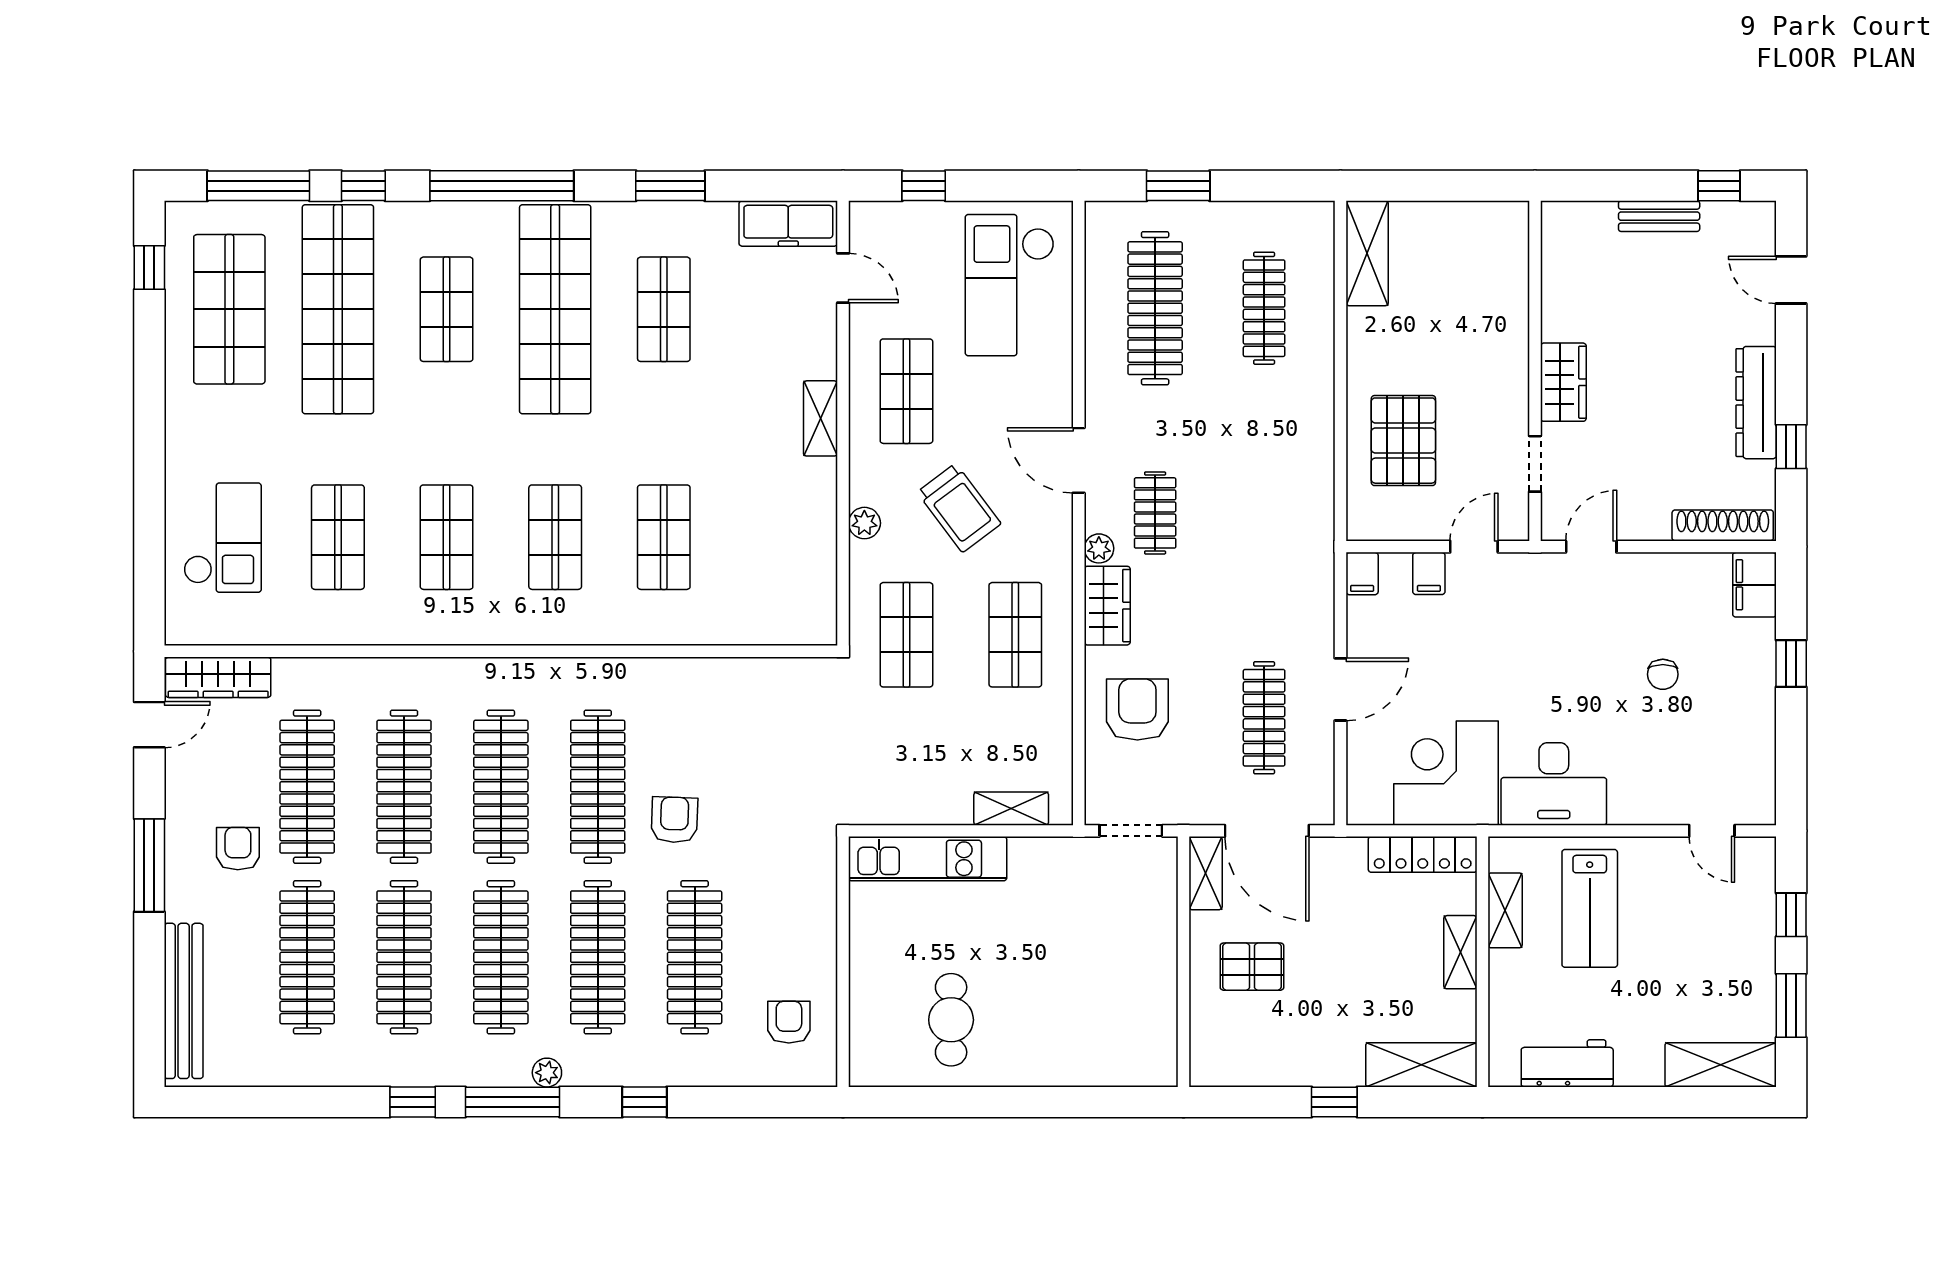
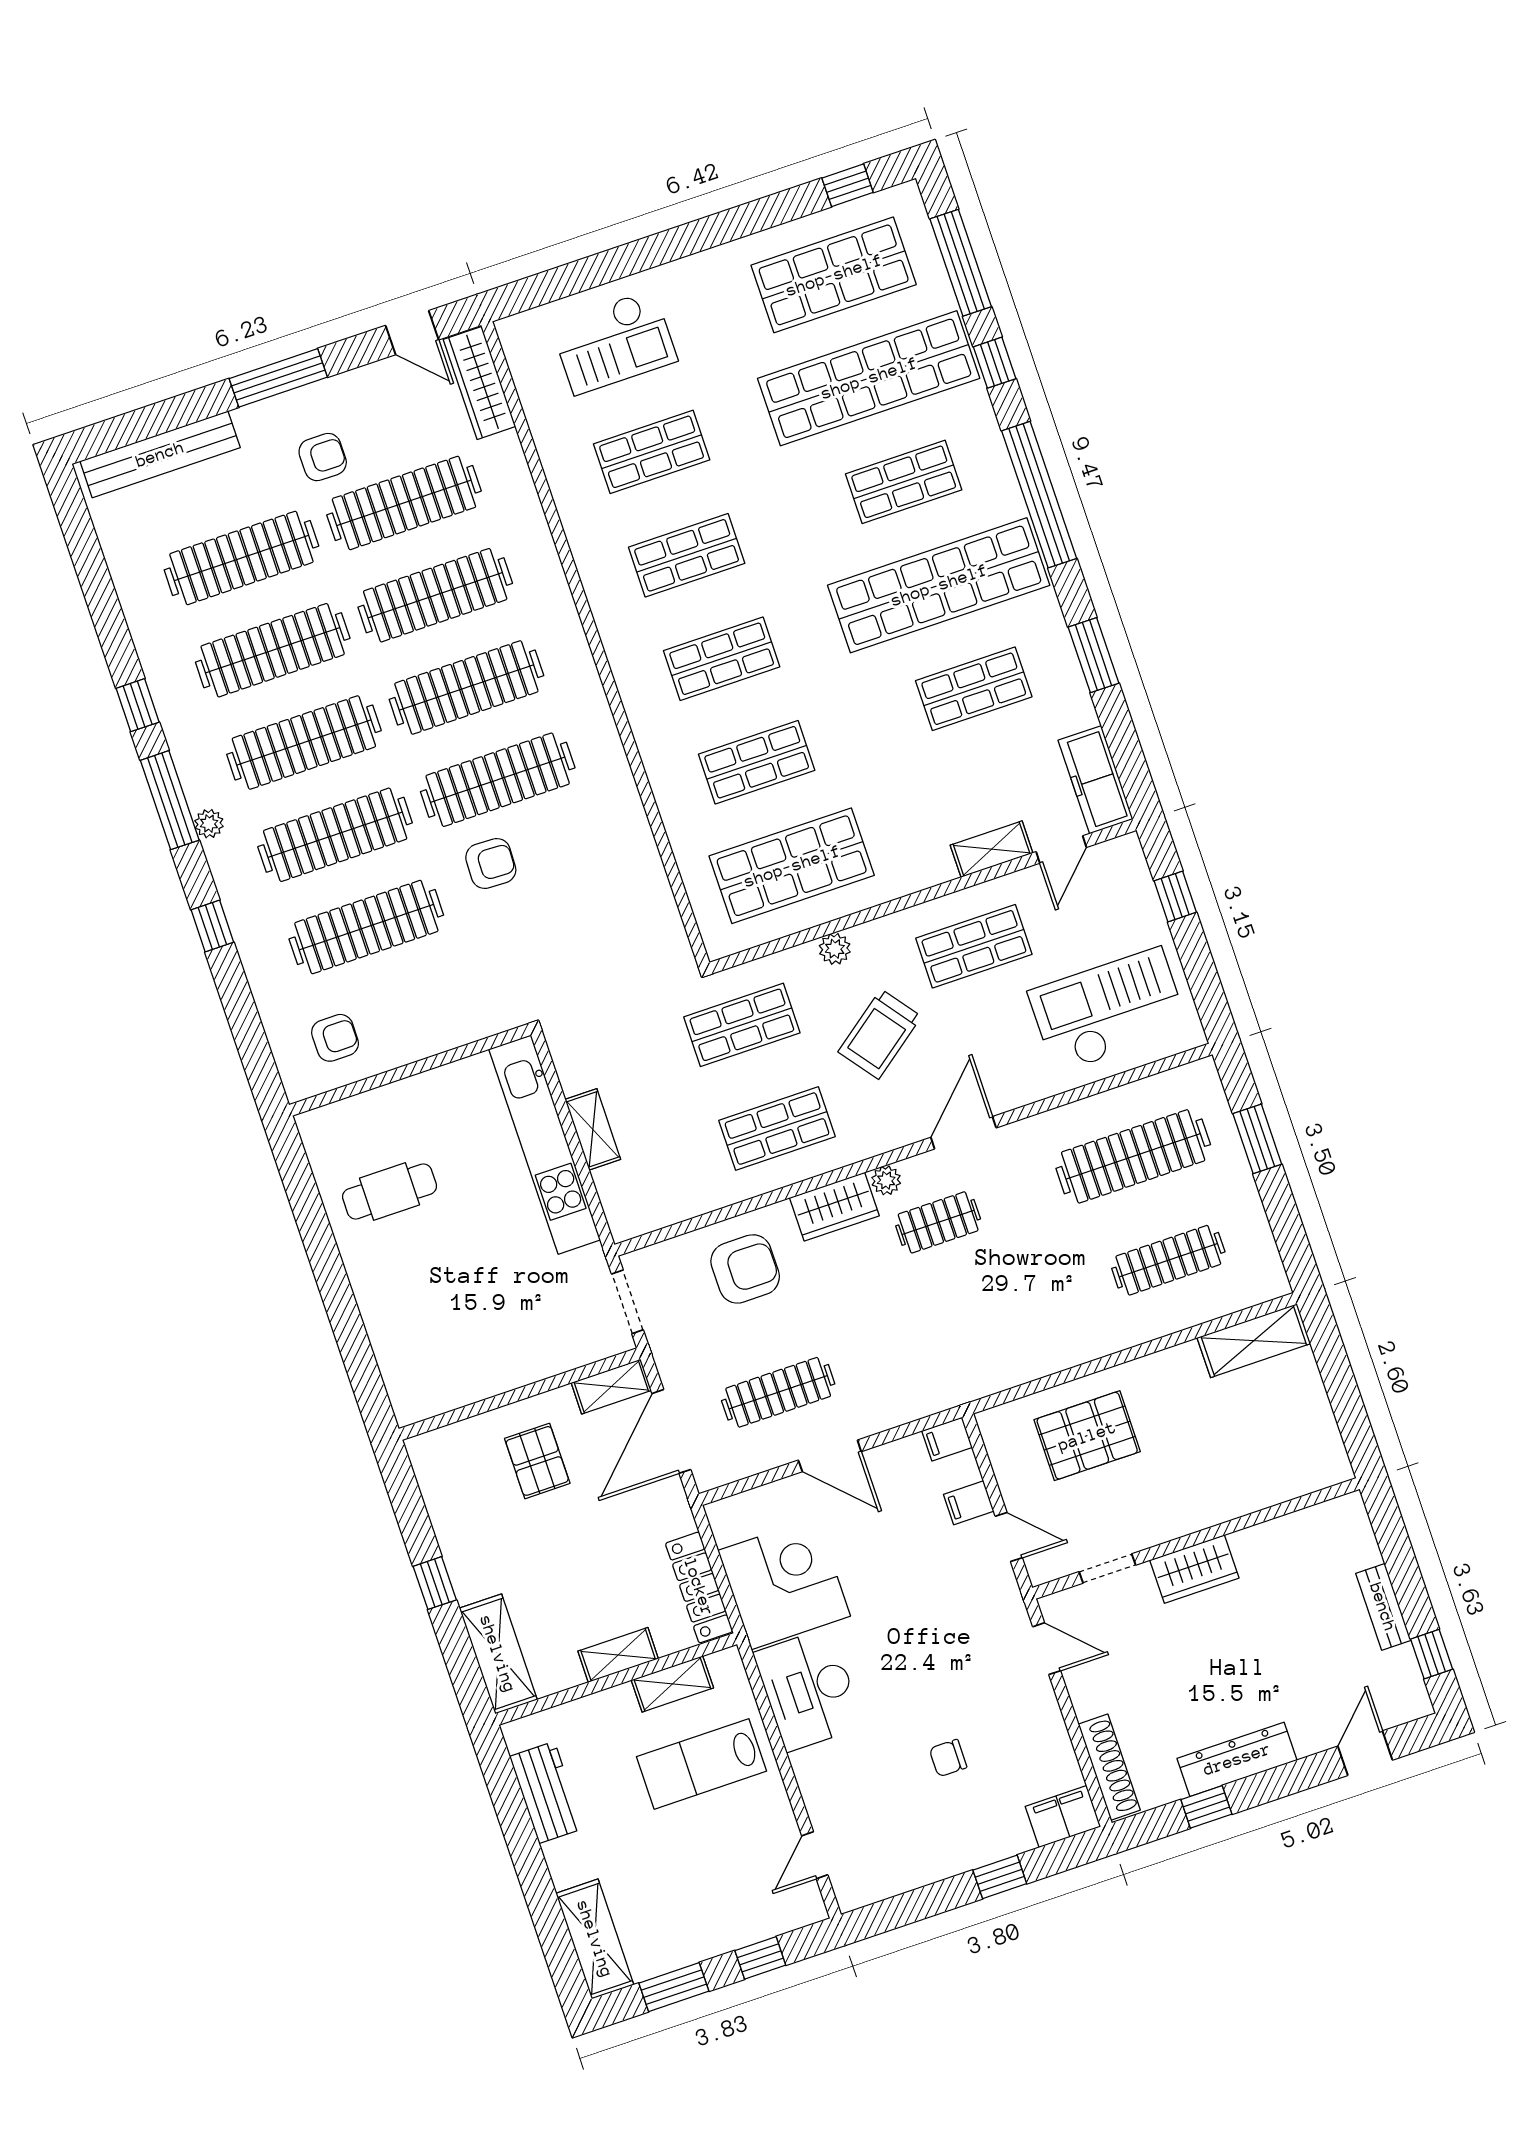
shelving: (820, 418) -> (992, 849), moved
shop shelf: (772, 537) -> (792, 866), added
shelving: (1011, 809) -> (593, 1129), moved
kitchen unit: (928, 859) -> (545, 1145), width x1.36

